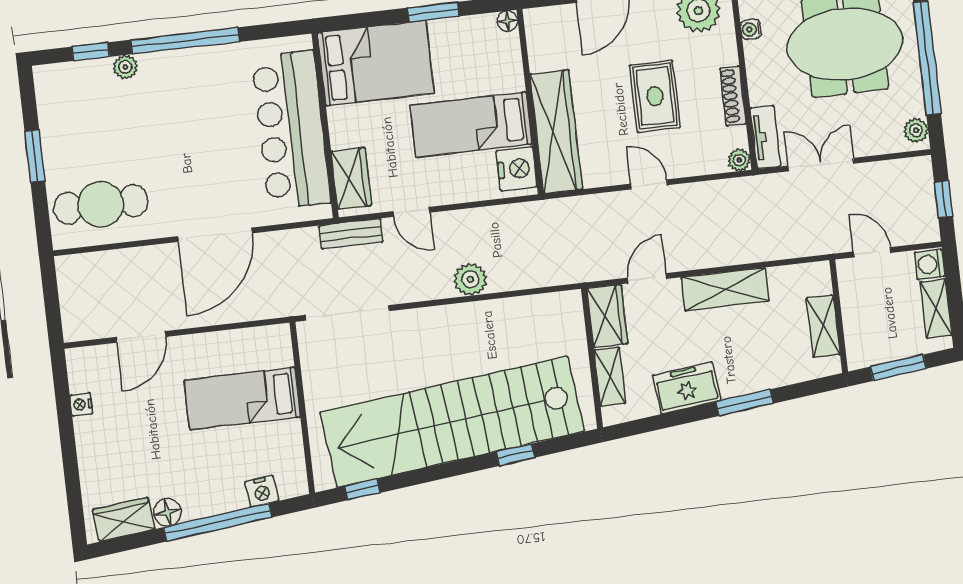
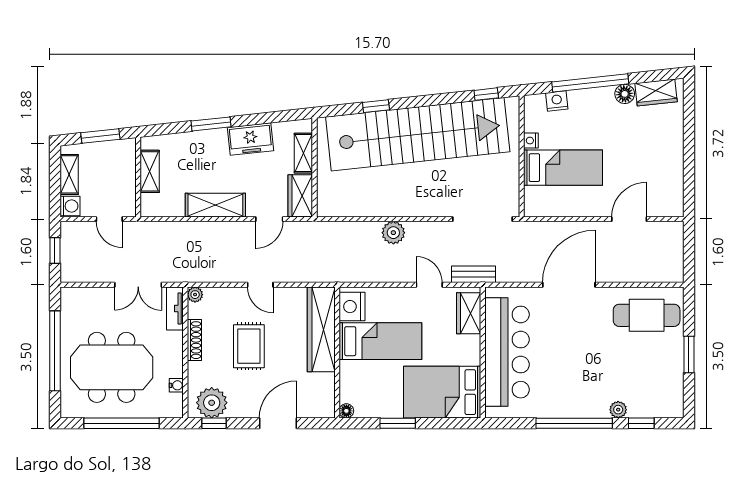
plant: (916, 130) -> (69, 301), removed
nightstand: (81, 404) -> (531, 141), moved, turned 180

